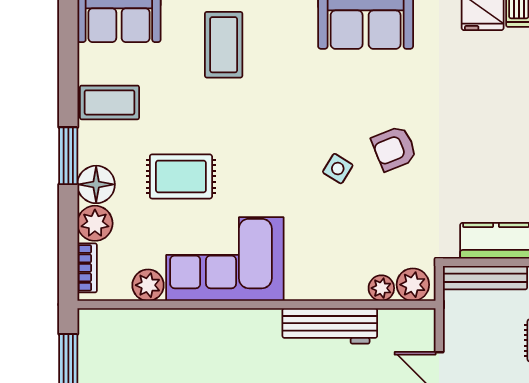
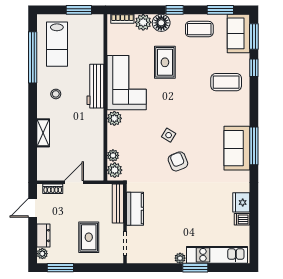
window: (68, 57) -> (220, 10), added
coffee table: (110, 102) -> (199, 29), turned 90
window: (68, 156) -> (175, 10), width x0.67
plant: (148, 285) -> (114, 118), moved
workbench: (330, 326) -> (95, 86), moved

